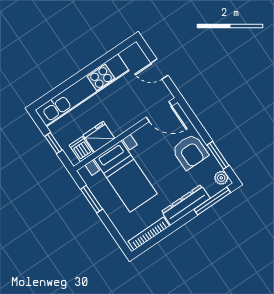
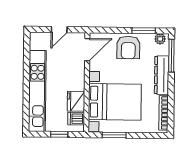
armchair: (190, 152) -> (128, 47), turned 90
bed with nightstands: (126, 176) -> (115, 102), width x1.36

